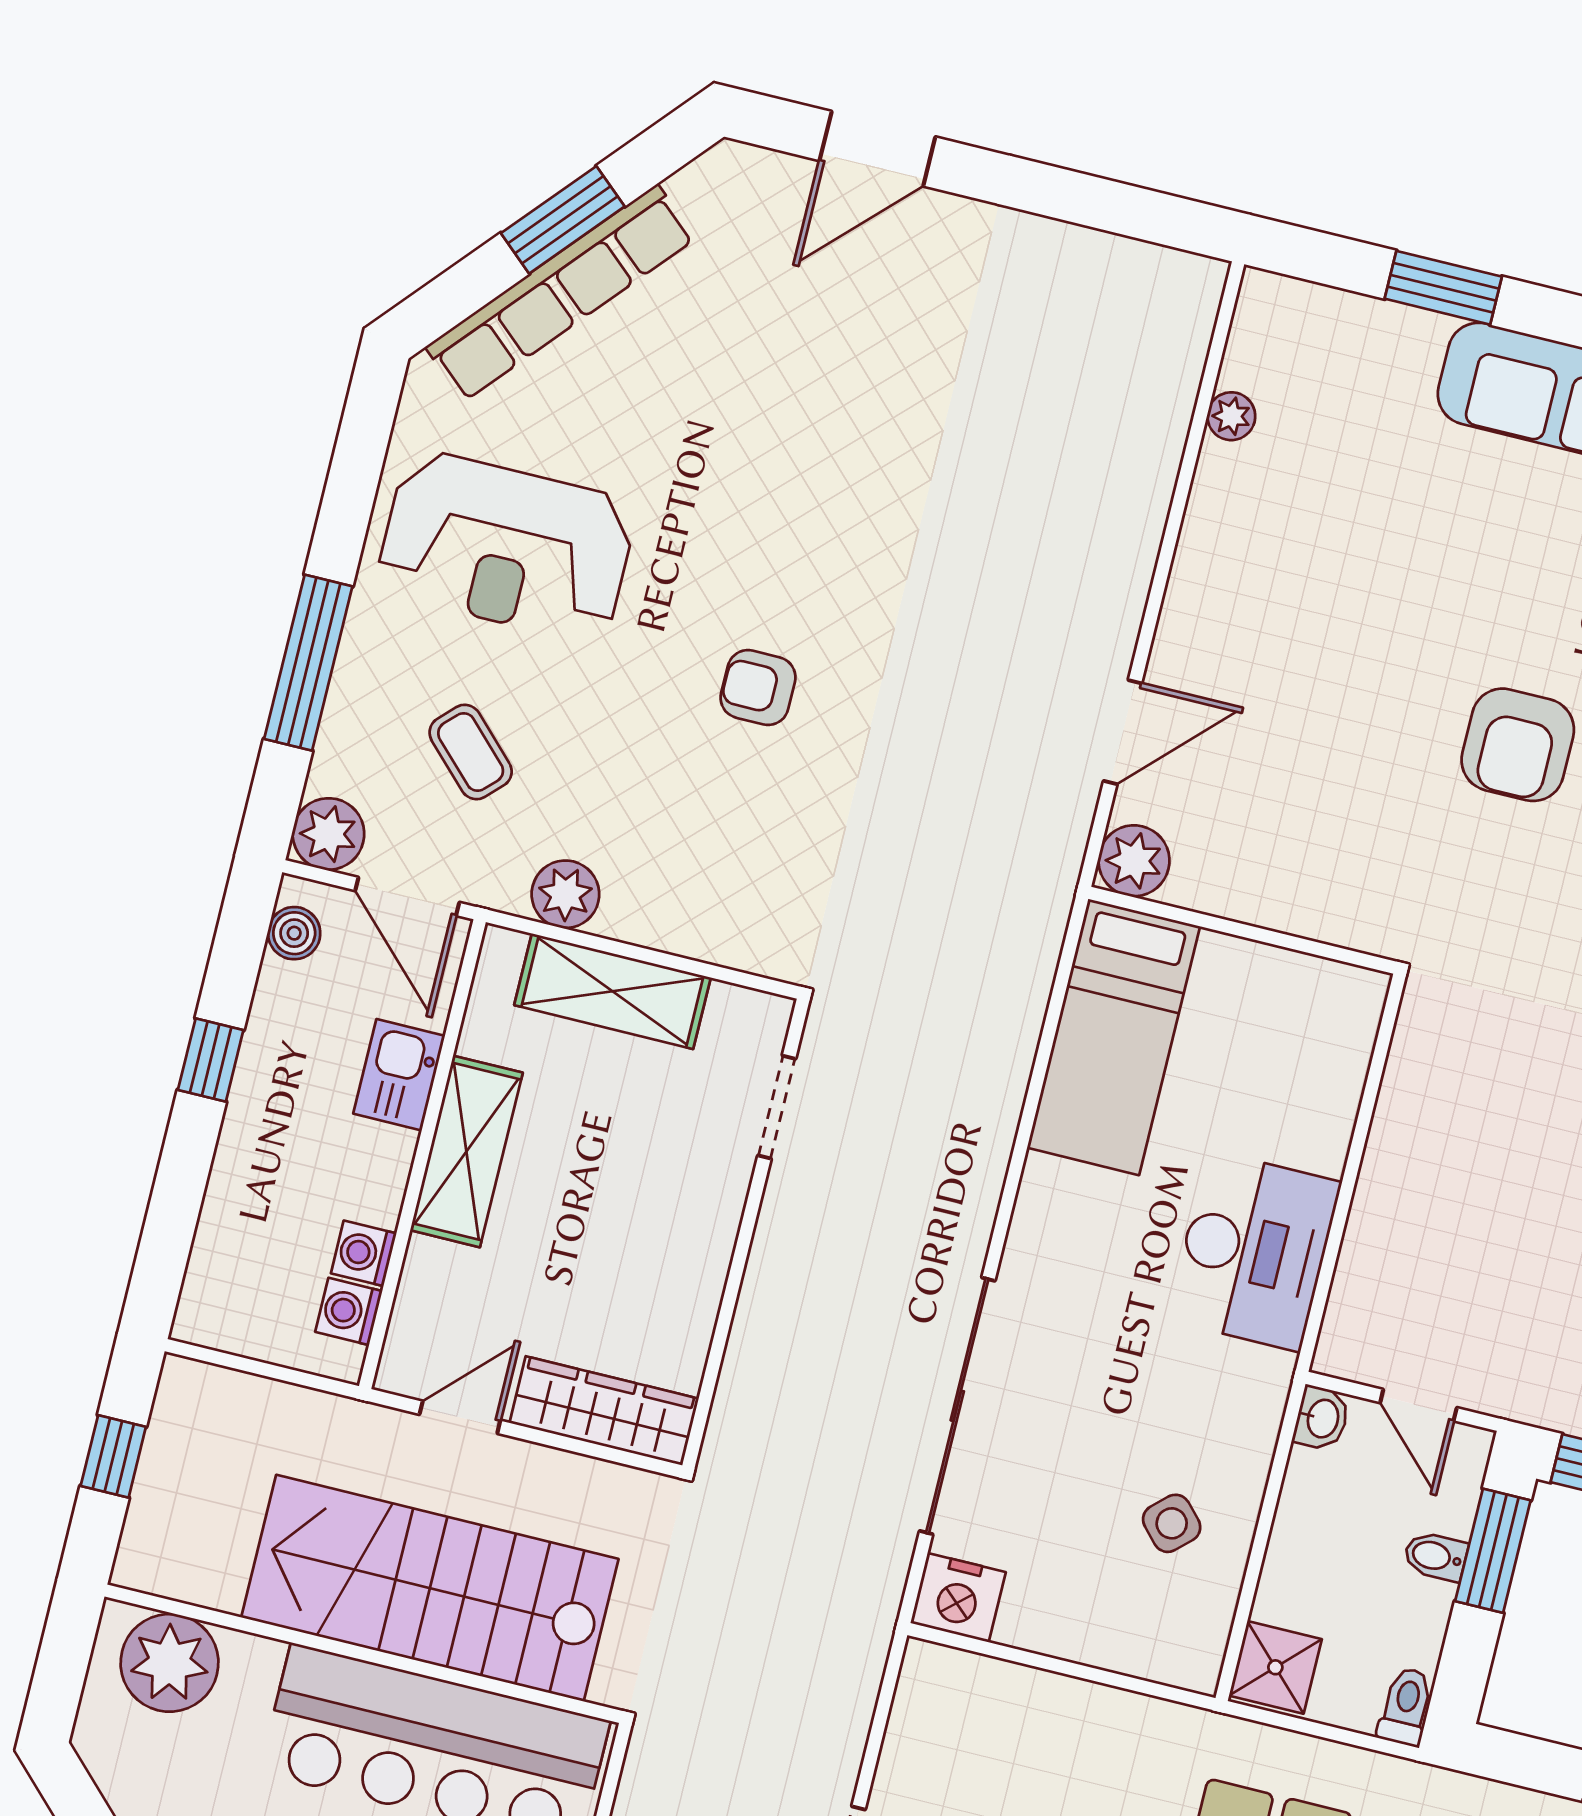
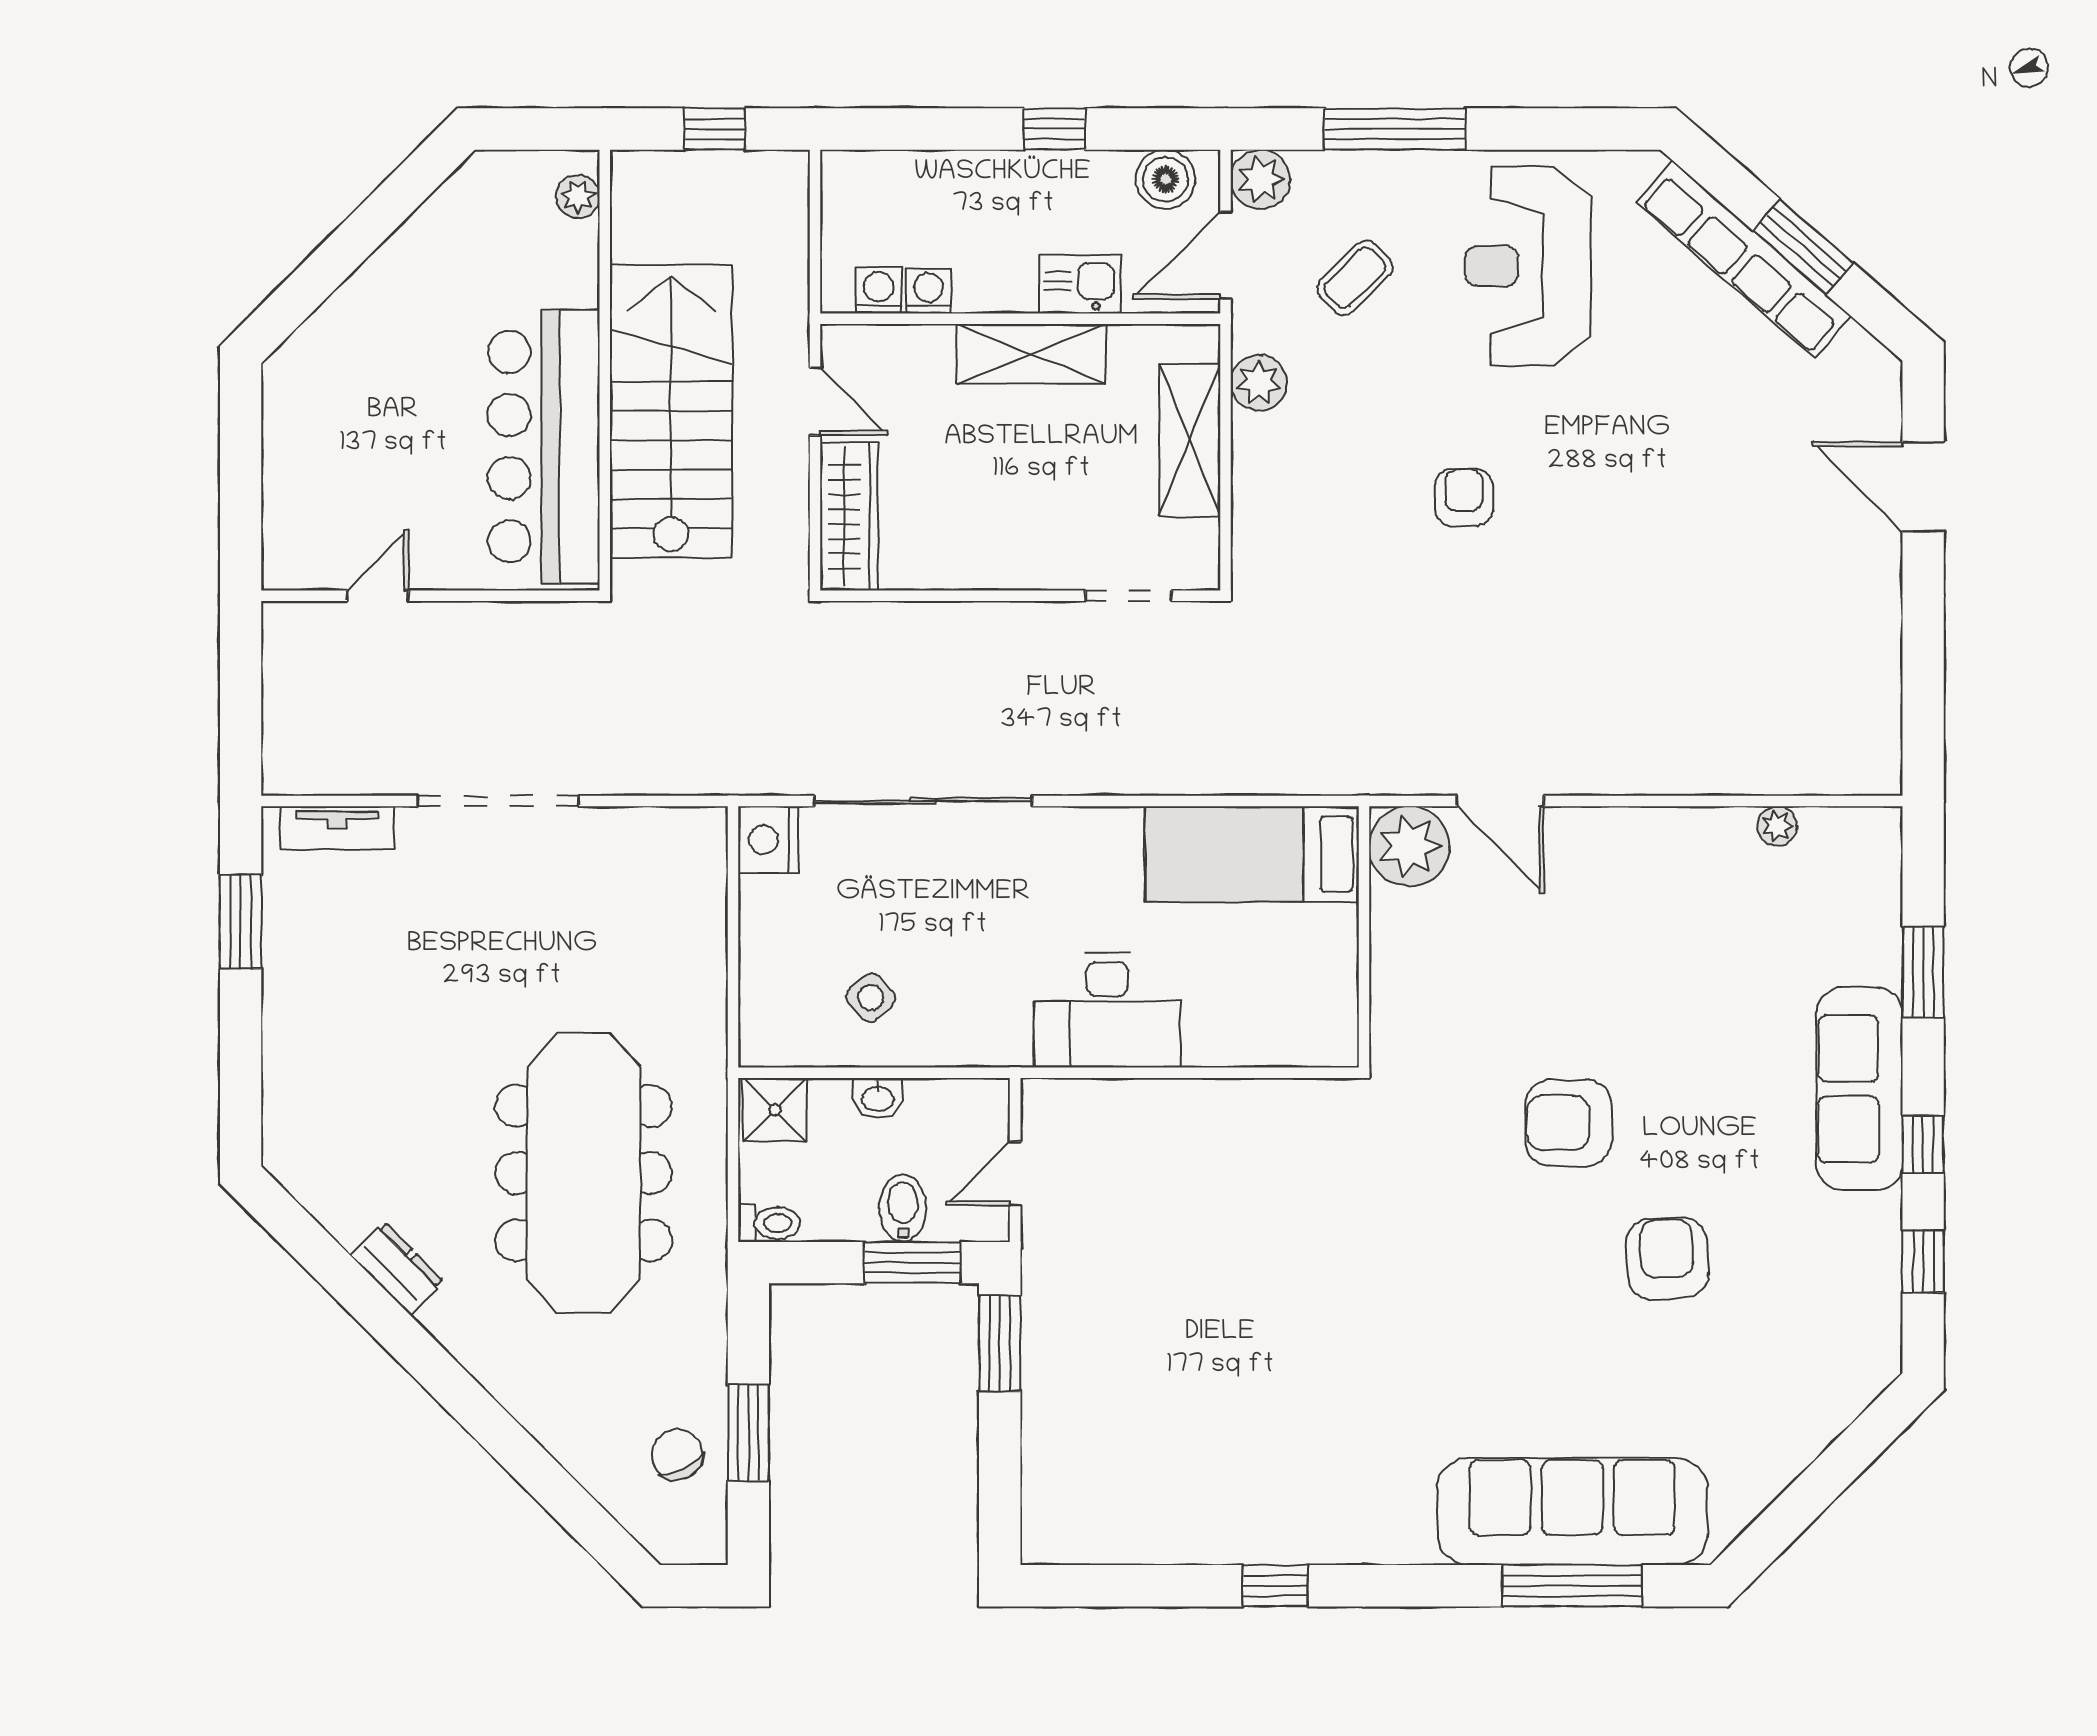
plant: (1134, 861) -> (1409, 846), width x1.36, depth x1.36
boiler: (294, 933) -> (1165, 179), width x1.36, depth x1.36
washbasin: (1322, 1418) -> (878, 1098), moved
bidet: (1435, 1556) -> (903, 1208), width x1.38, depth x1.36
plant: (169, 1663) -> (578, 196), width x0.53, depth x0.53

